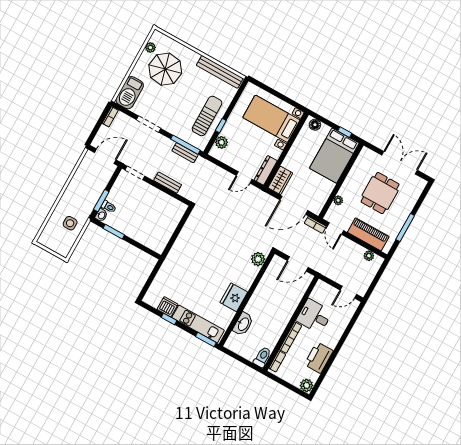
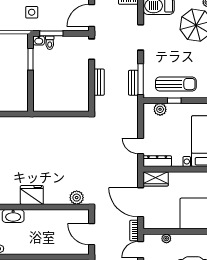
door: (105, 156) -> (92, 15), swing flipped
side table: (70, 223) -> (32, 12), moved

